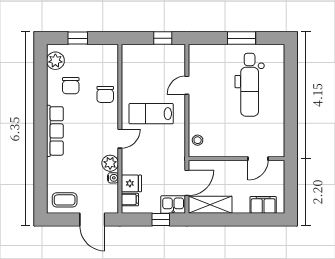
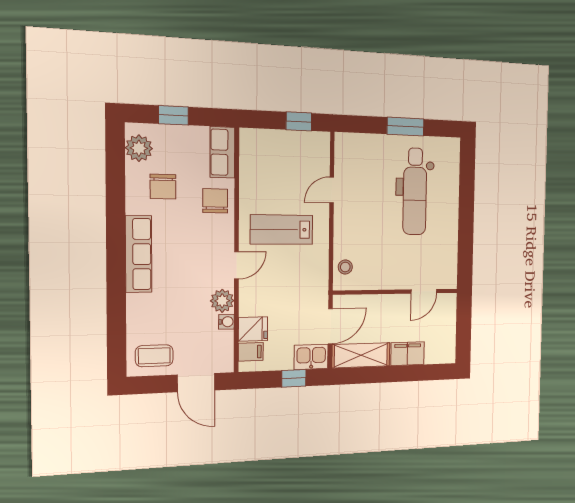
row of seats: (110, 61) -> (222, 152), added
chair: (105, 94) -> (215, 201), turned 180
filing cabinet: (263, 205) -> (408, 354), moved

